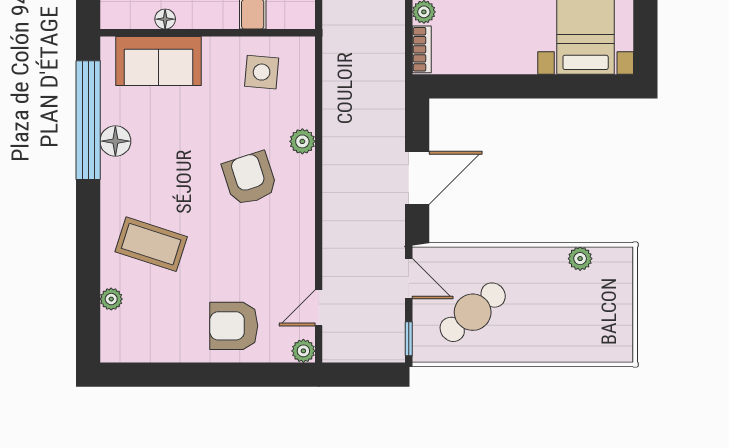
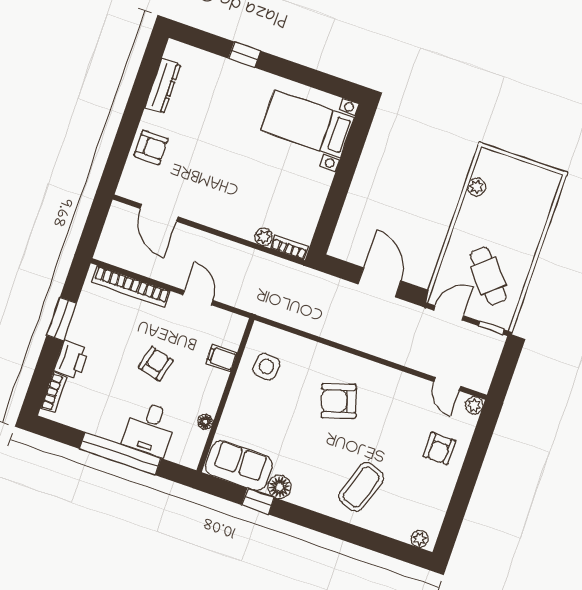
sofa: (158, 61) -> (239, 466), moved, turned -90
window: (88, 120) -> (258, 501), width x0.32
plant: (302, 141) -> (326, 355), removed
plant: (111, 299) -> (420, 539), moved
armchair: (234, 326) -> (439, 448), width x0.72, depth x0.72

